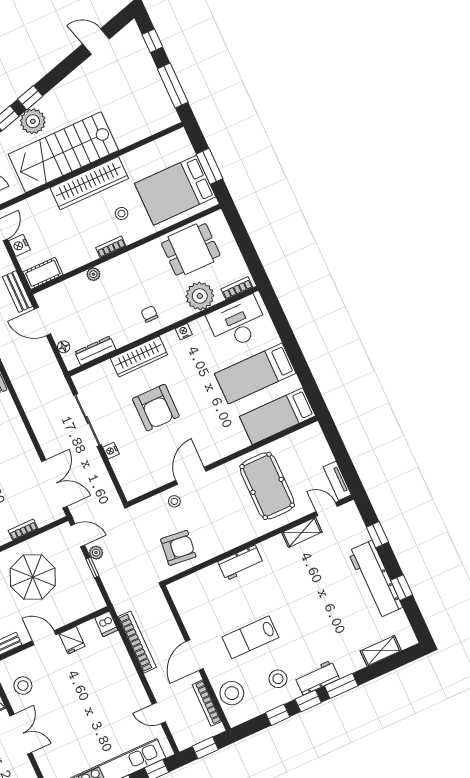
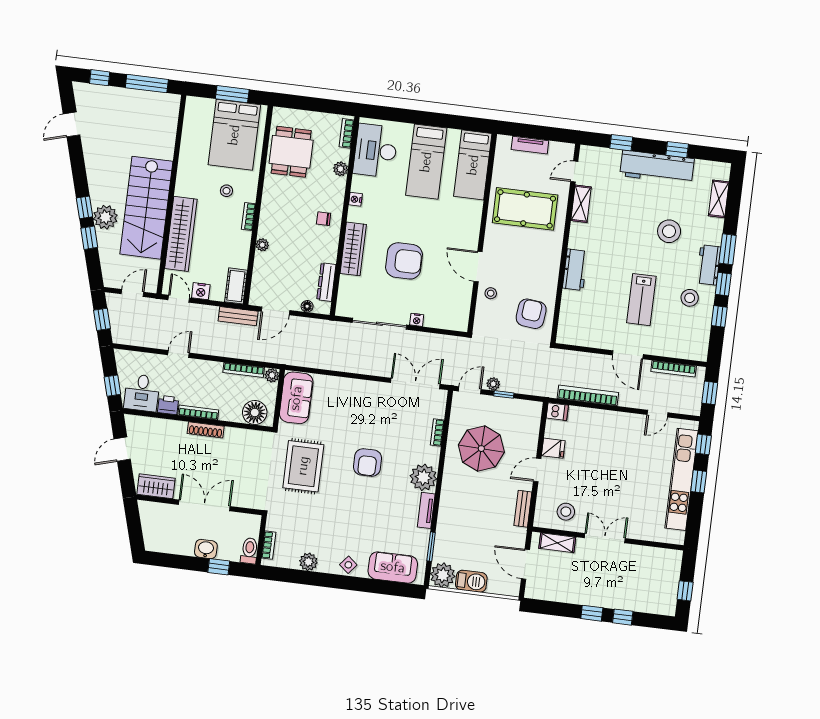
wardrobe: (89, 183) -> (181, 234), moved
plant: (200, 296) -> (341, 169), width x0.53, depth x0.53
tv unit: (337, 481) -> (530, 145), moved
stool: (232, 693) -> (669, 231), moved

